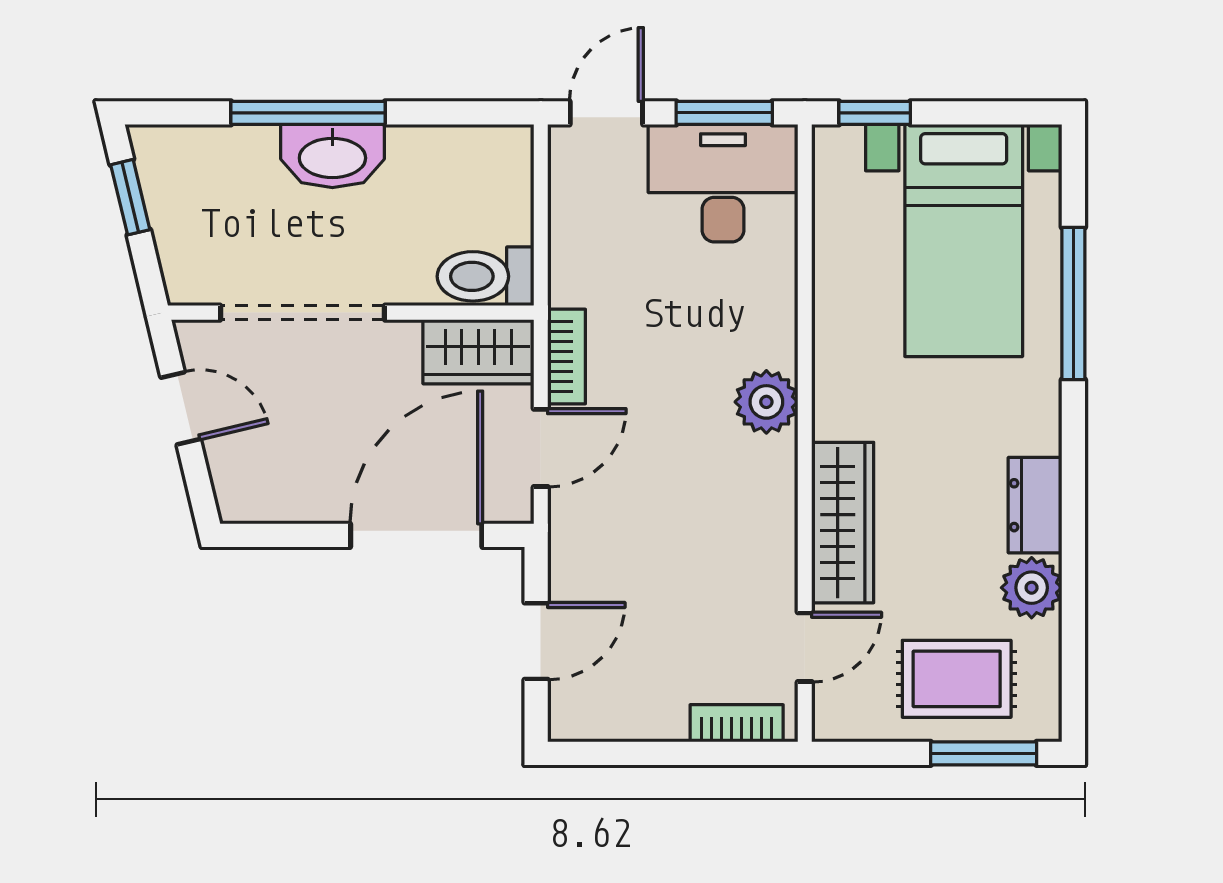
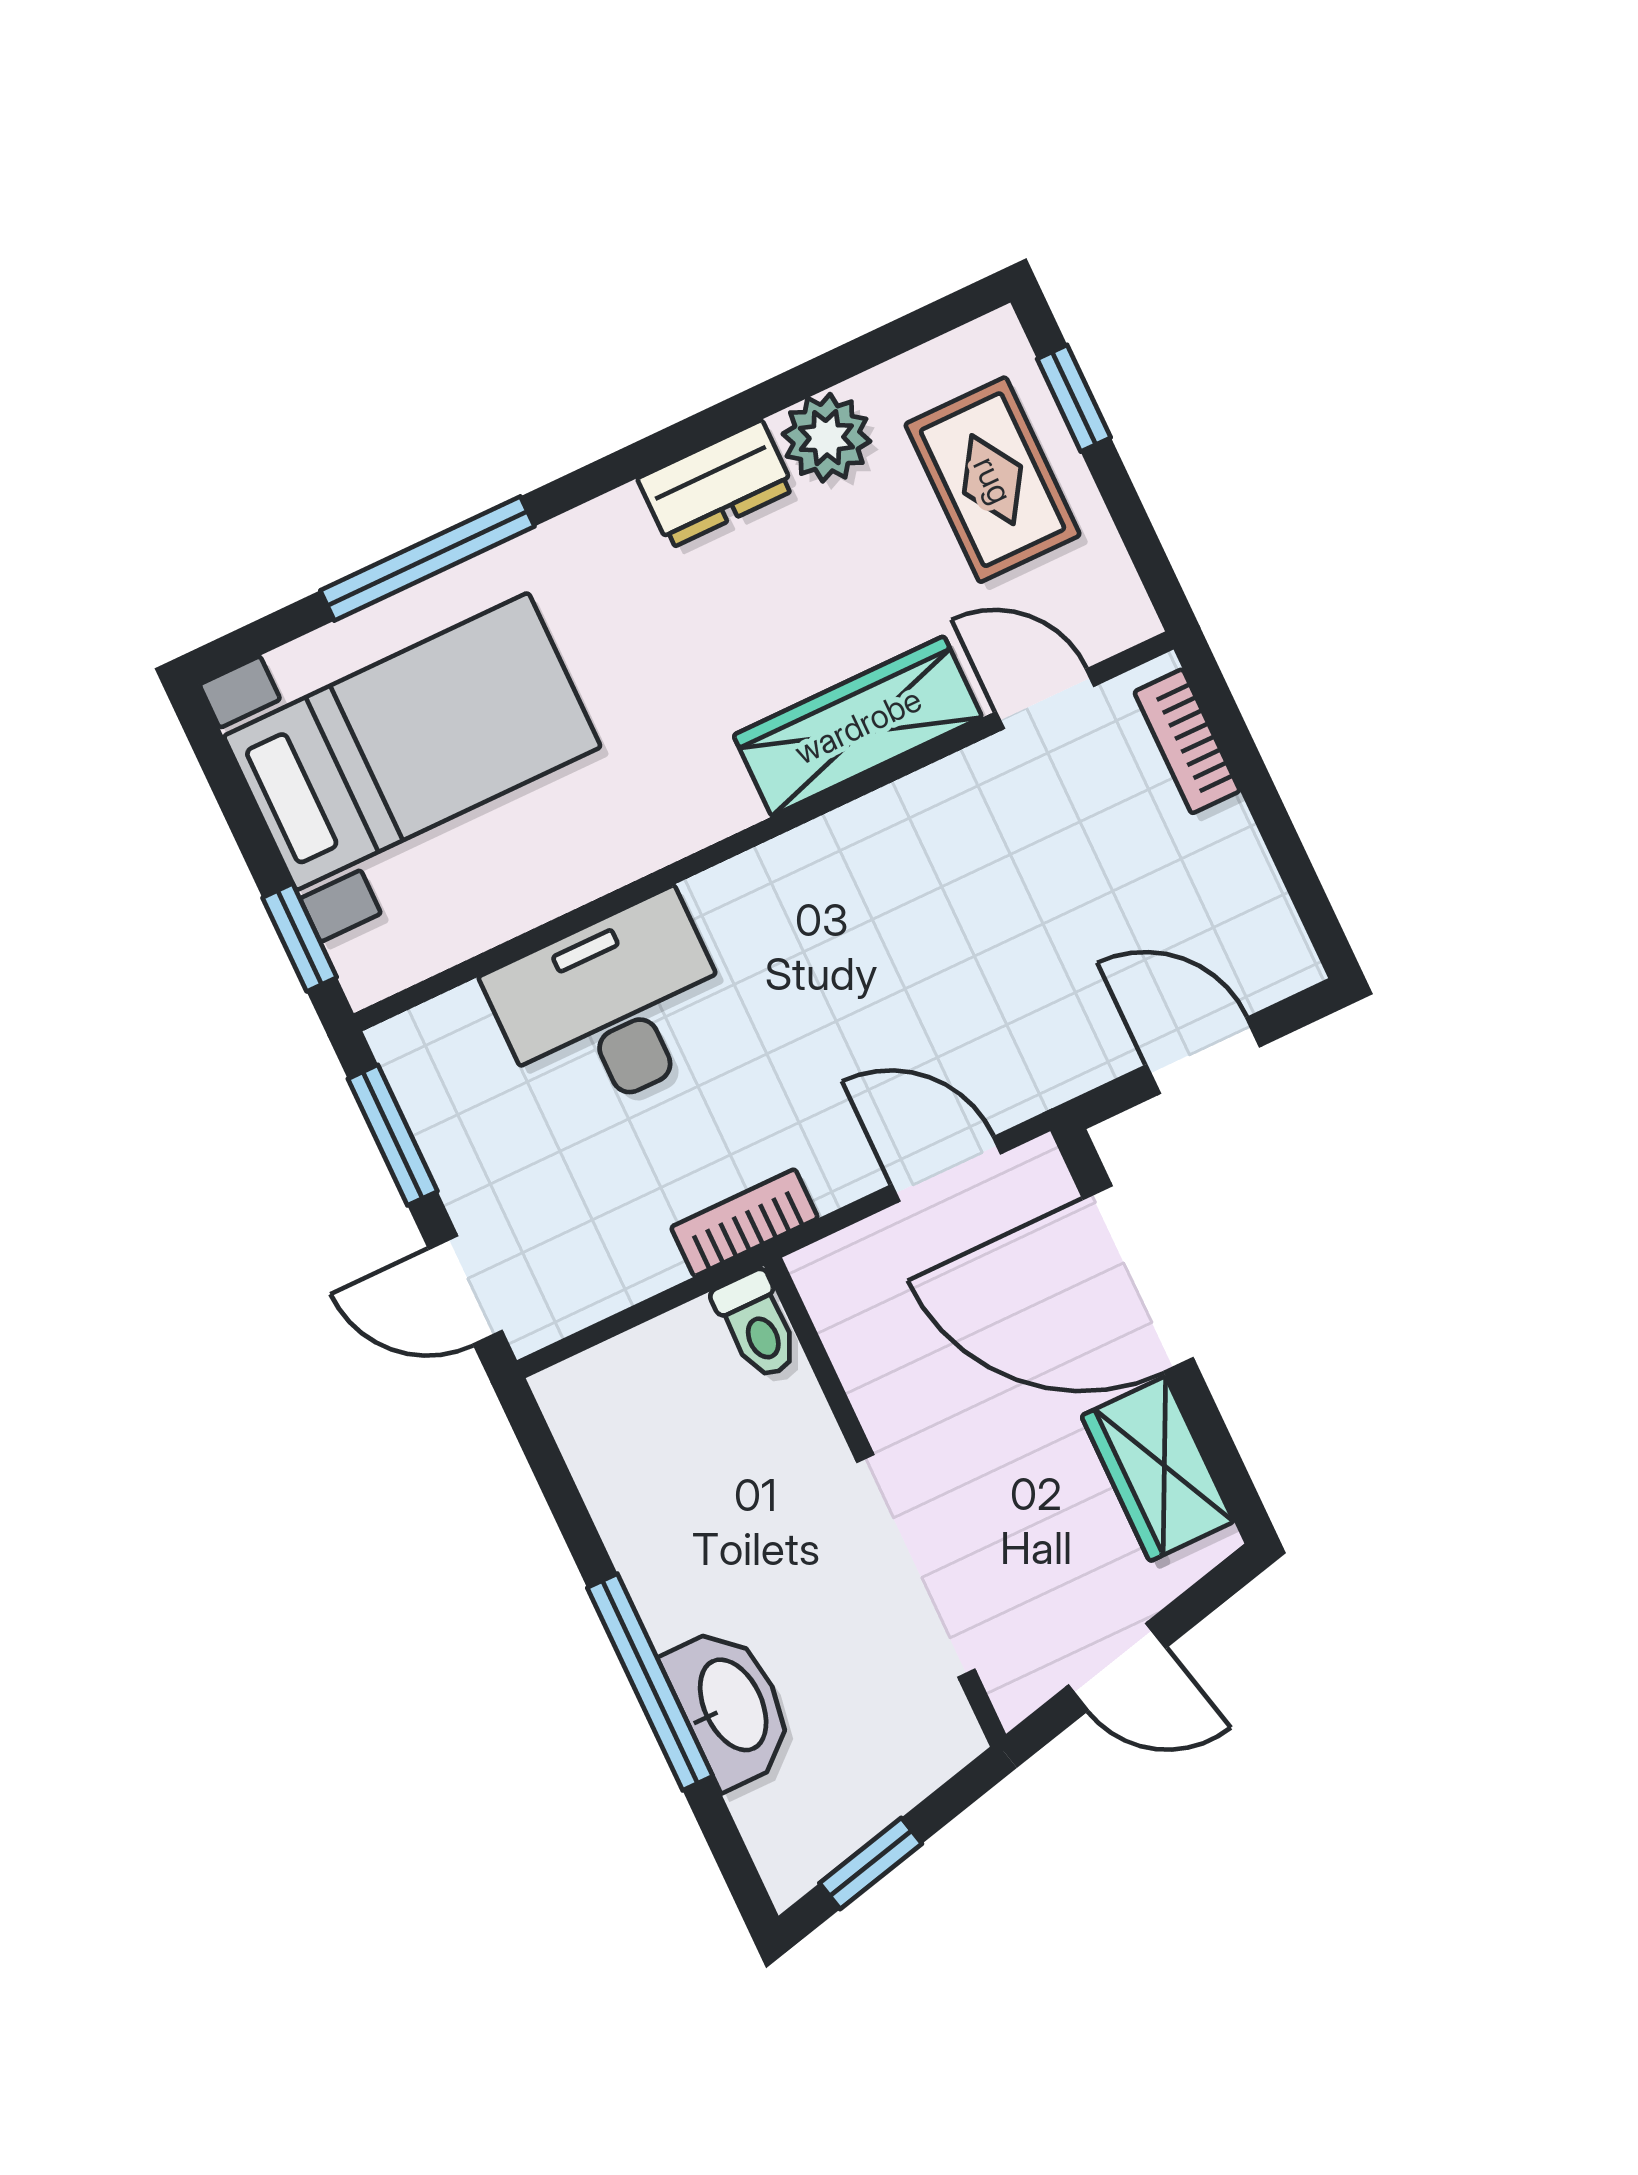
washbasin: (332, 156) -> (731, 1706), moved
desk: (723, 183) -> (612, 1008), moved, turned 90
toilet: (485, 276) -> (757, 1325), width x0.73, depth x0.72
wardrobe: (478, 352) -> (1158, 1469), moved, turned 180
bookcase: (567, 356) -> (744, 1223), moved
plant: (766, 402) -> (746, 901), removed
door: (181, 408) -> (1117, 1667), swing flipped
window: (984, 753) -> (1074, 398), width x0.67

